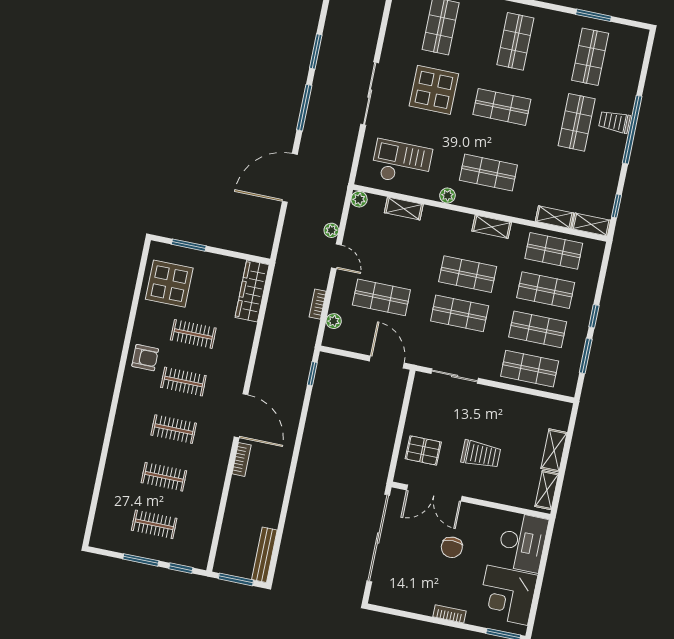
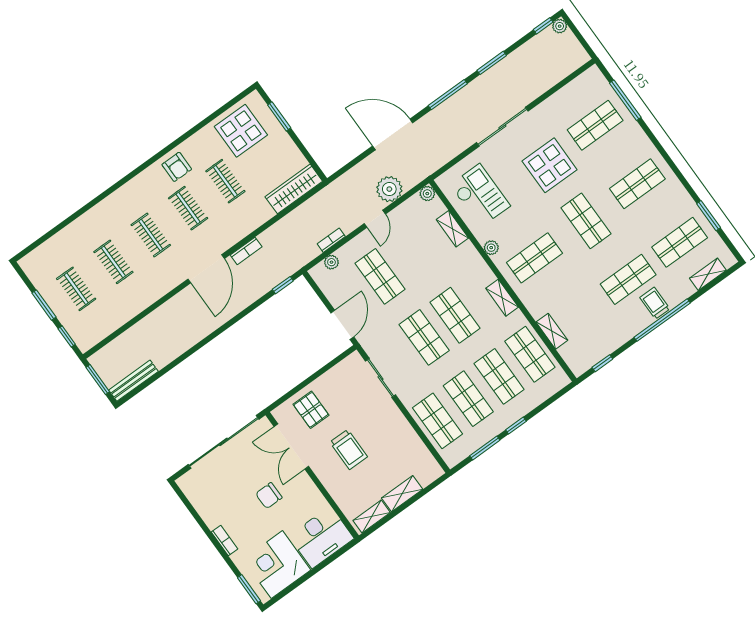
shop shelf: (488, 173) -> (535, 258), turned 90
shelving: (591, 225) -> (708, 274), moved, turned 90
plant: (331, 230) -> (389, 189), width x1.88, depth x1.88
bookcase: (242, 459) -> (246, 251), moved

